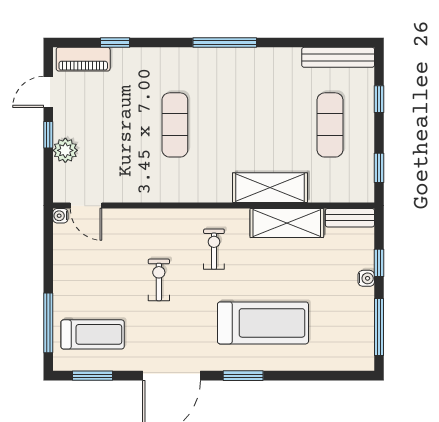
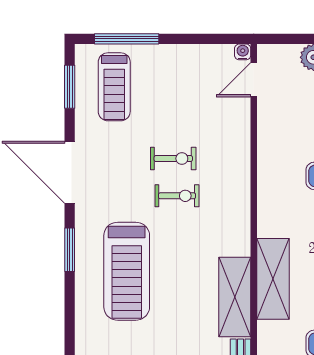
exercise bike: (214, 249) -> (177, 196), moved

